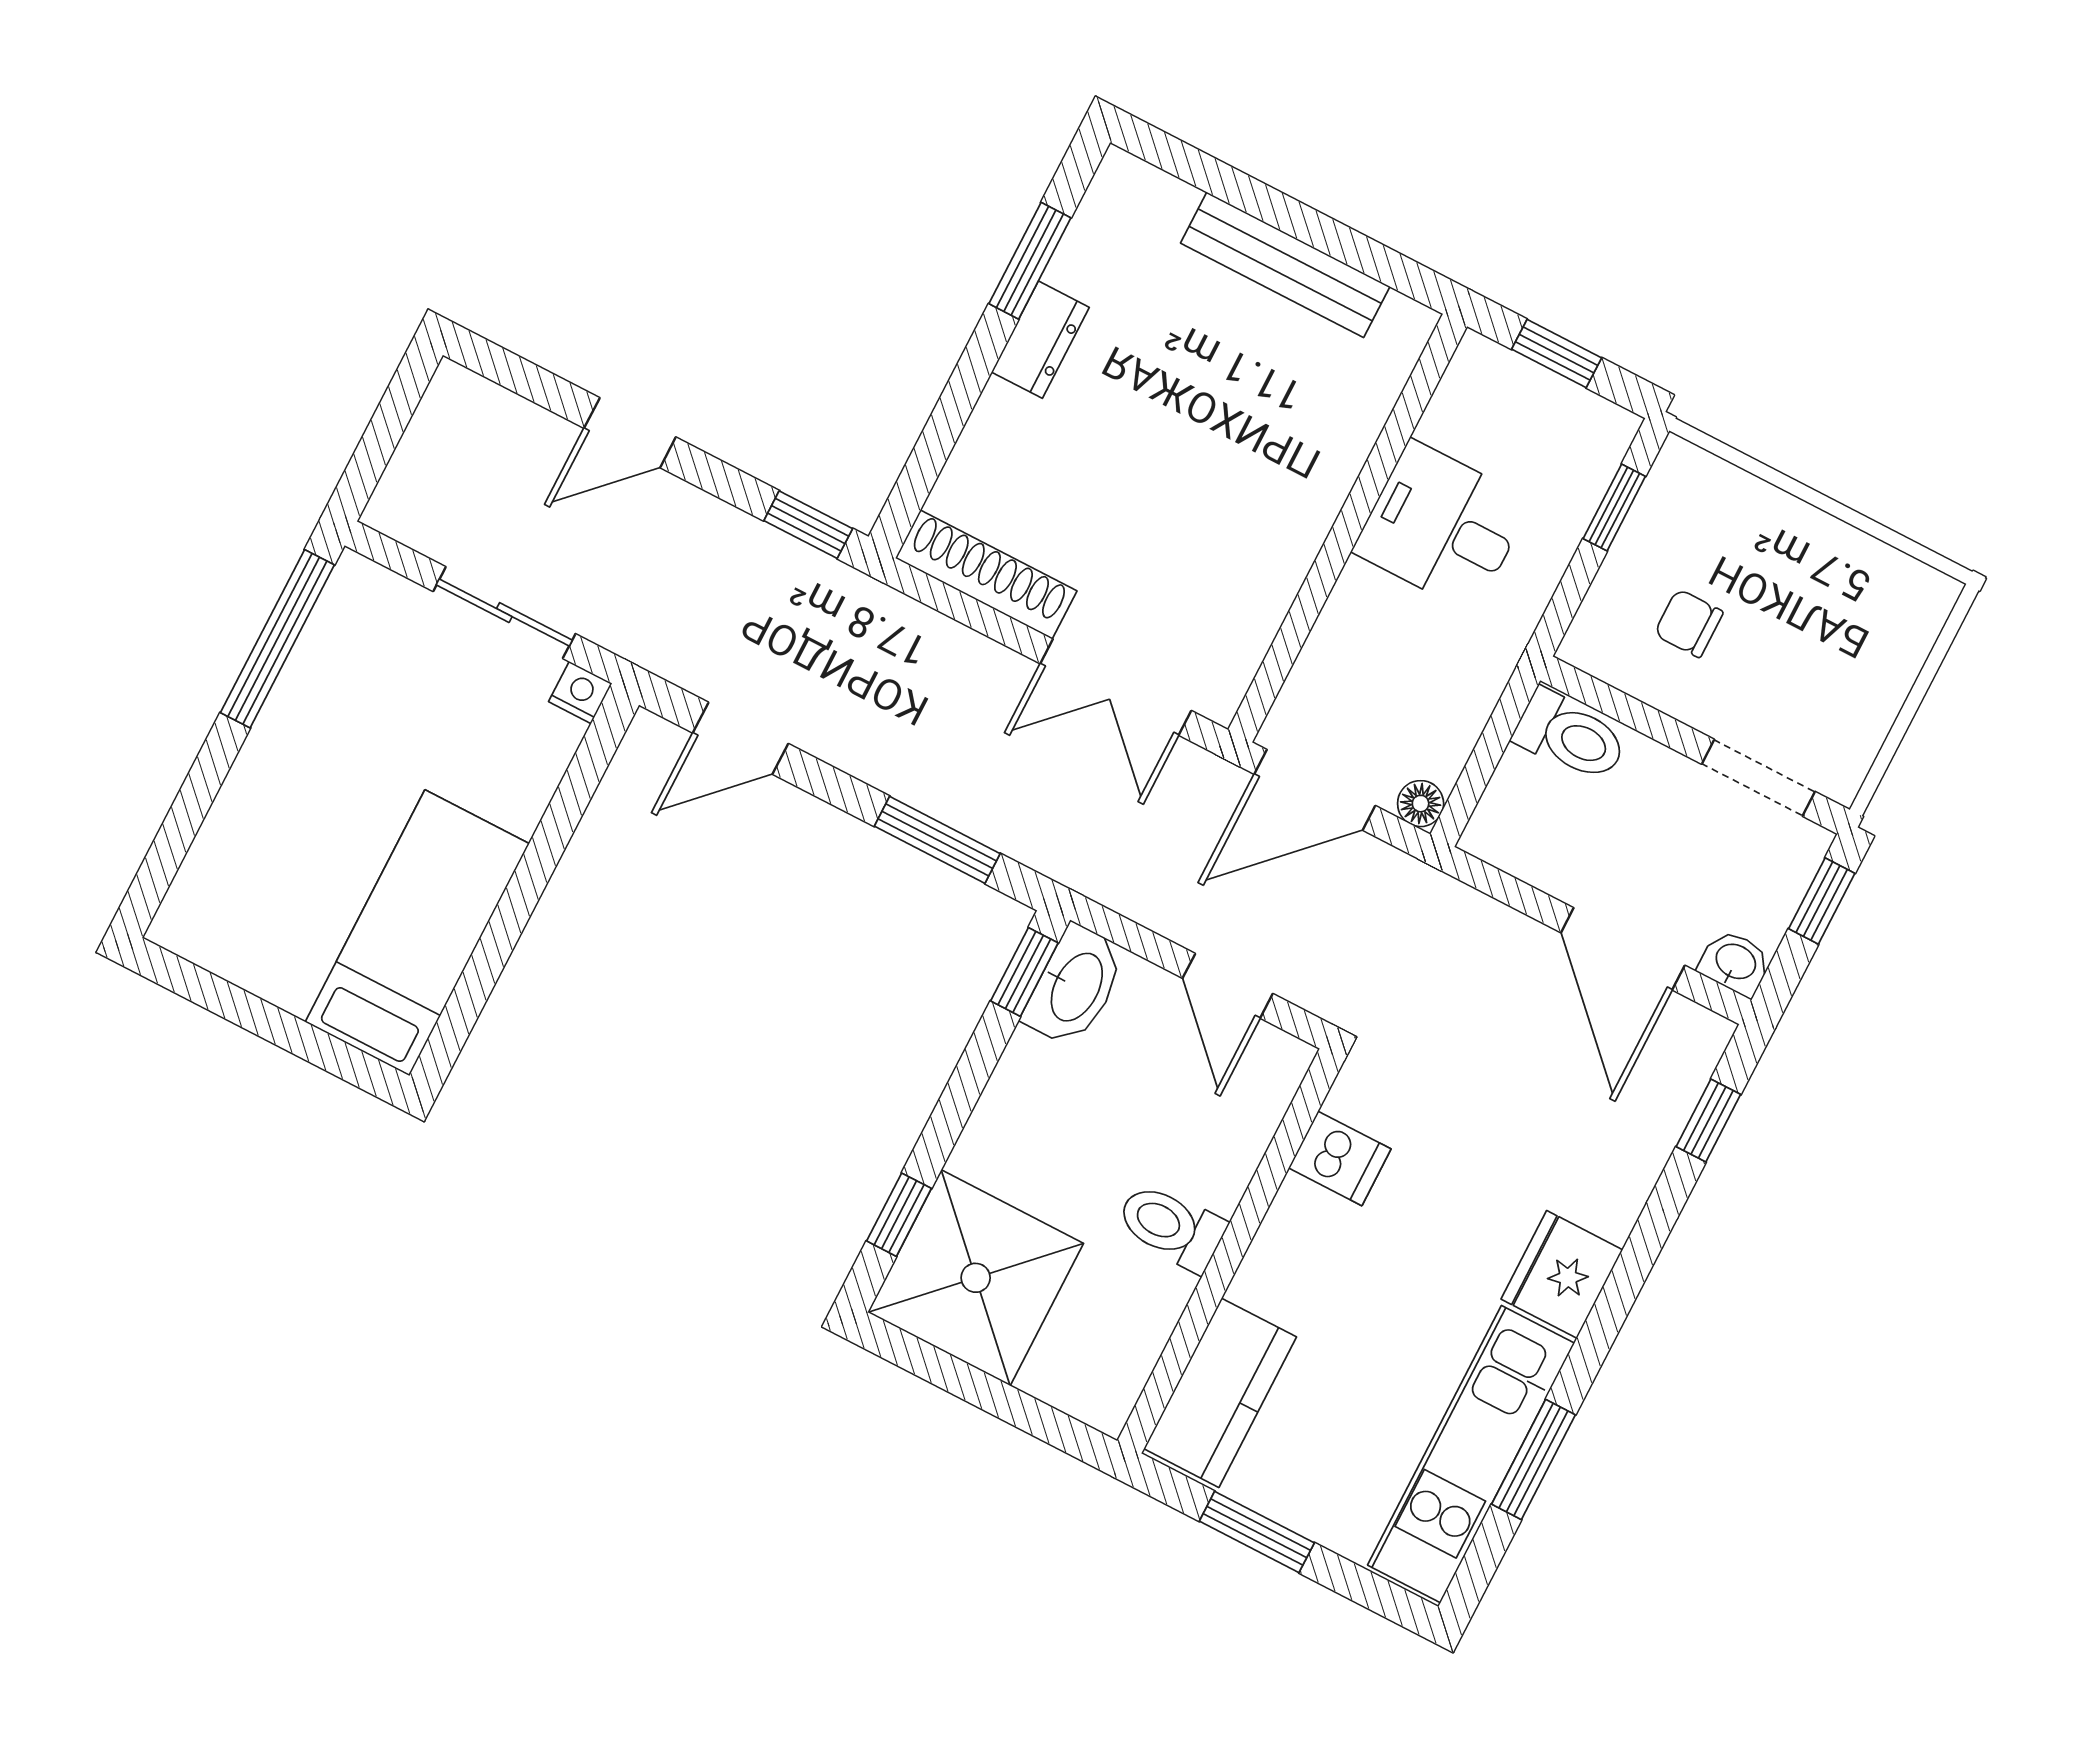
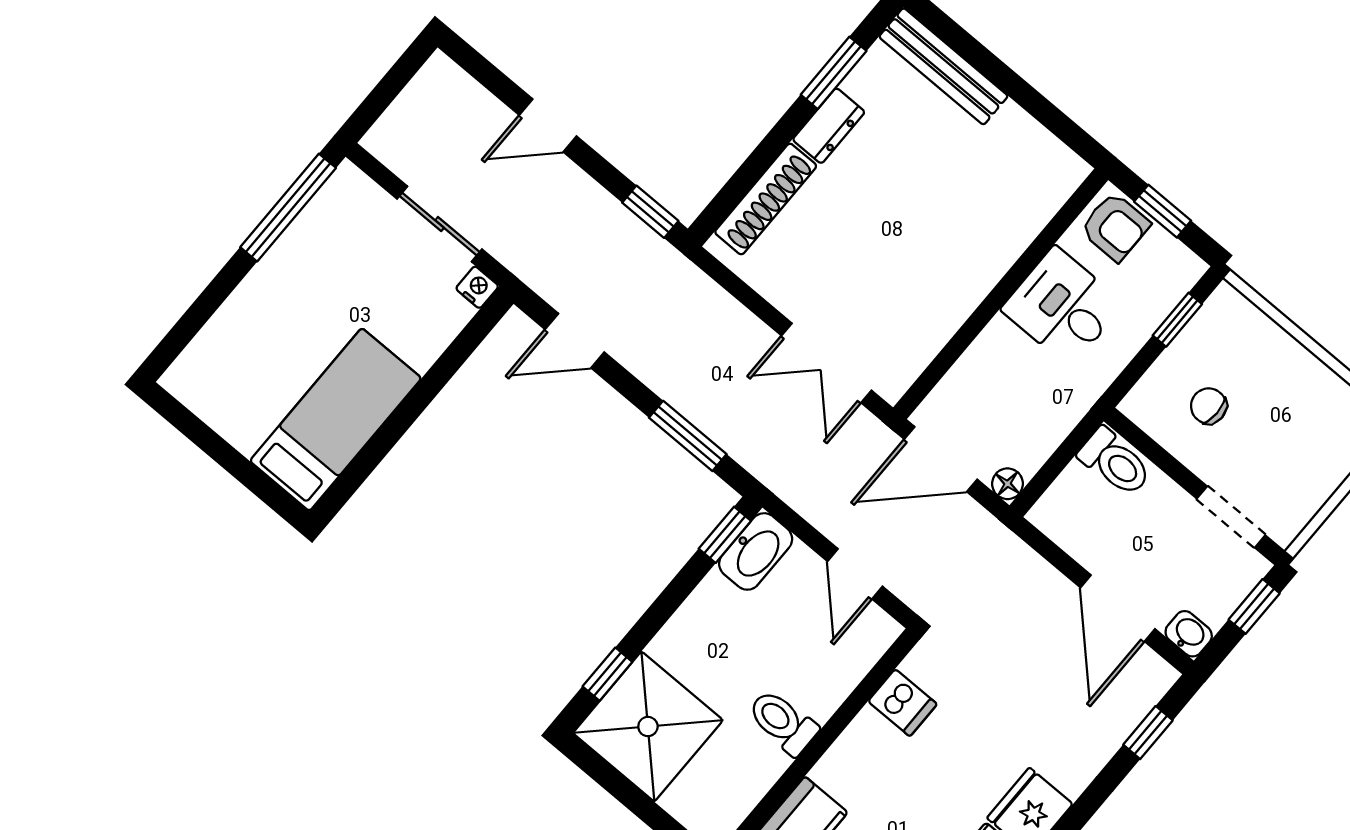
bench: (1285, 265) -> (943, 66), moved
armchair: (1492, 392) -> (1115, 227), added
shoe rack: (986, 575) -> (766, 199), moved, turned 90

